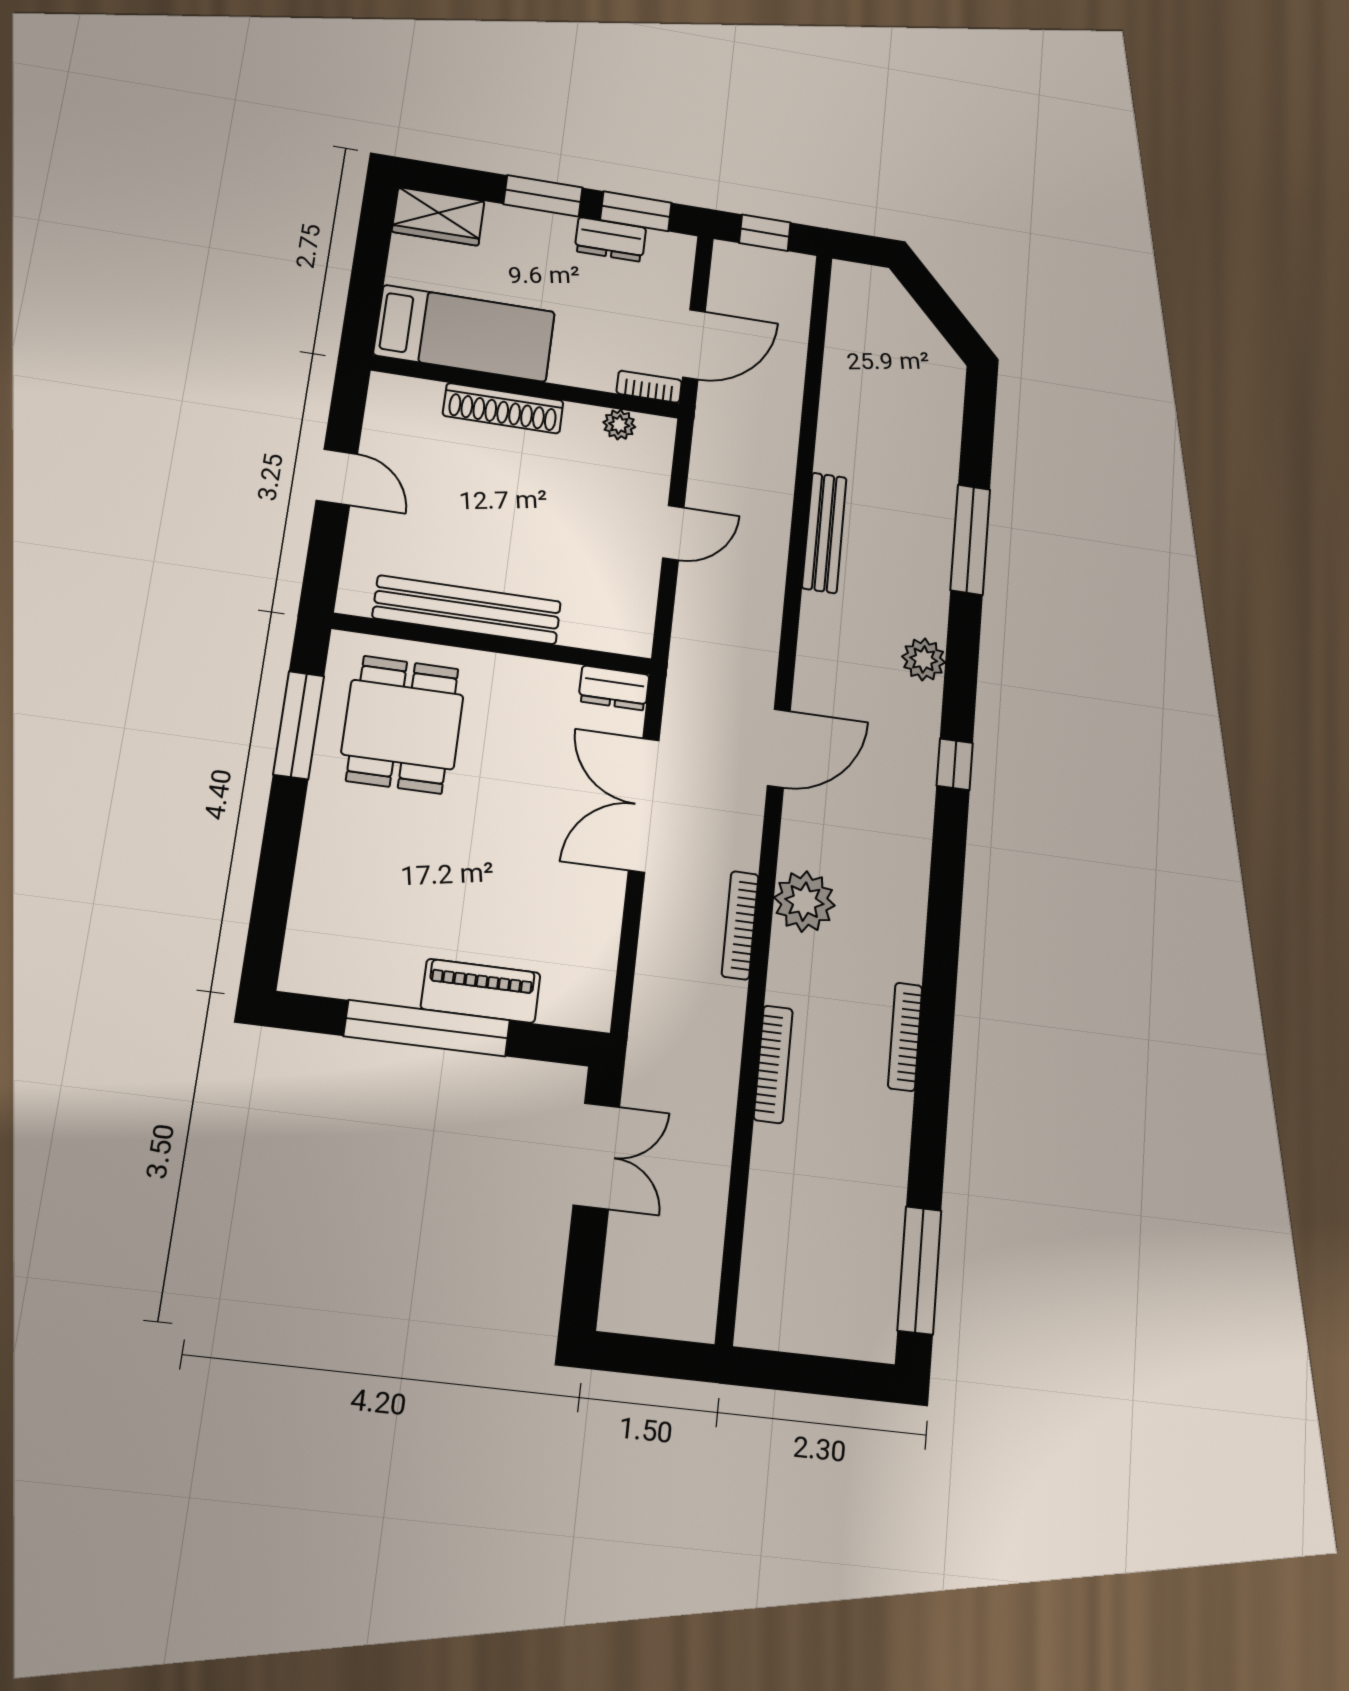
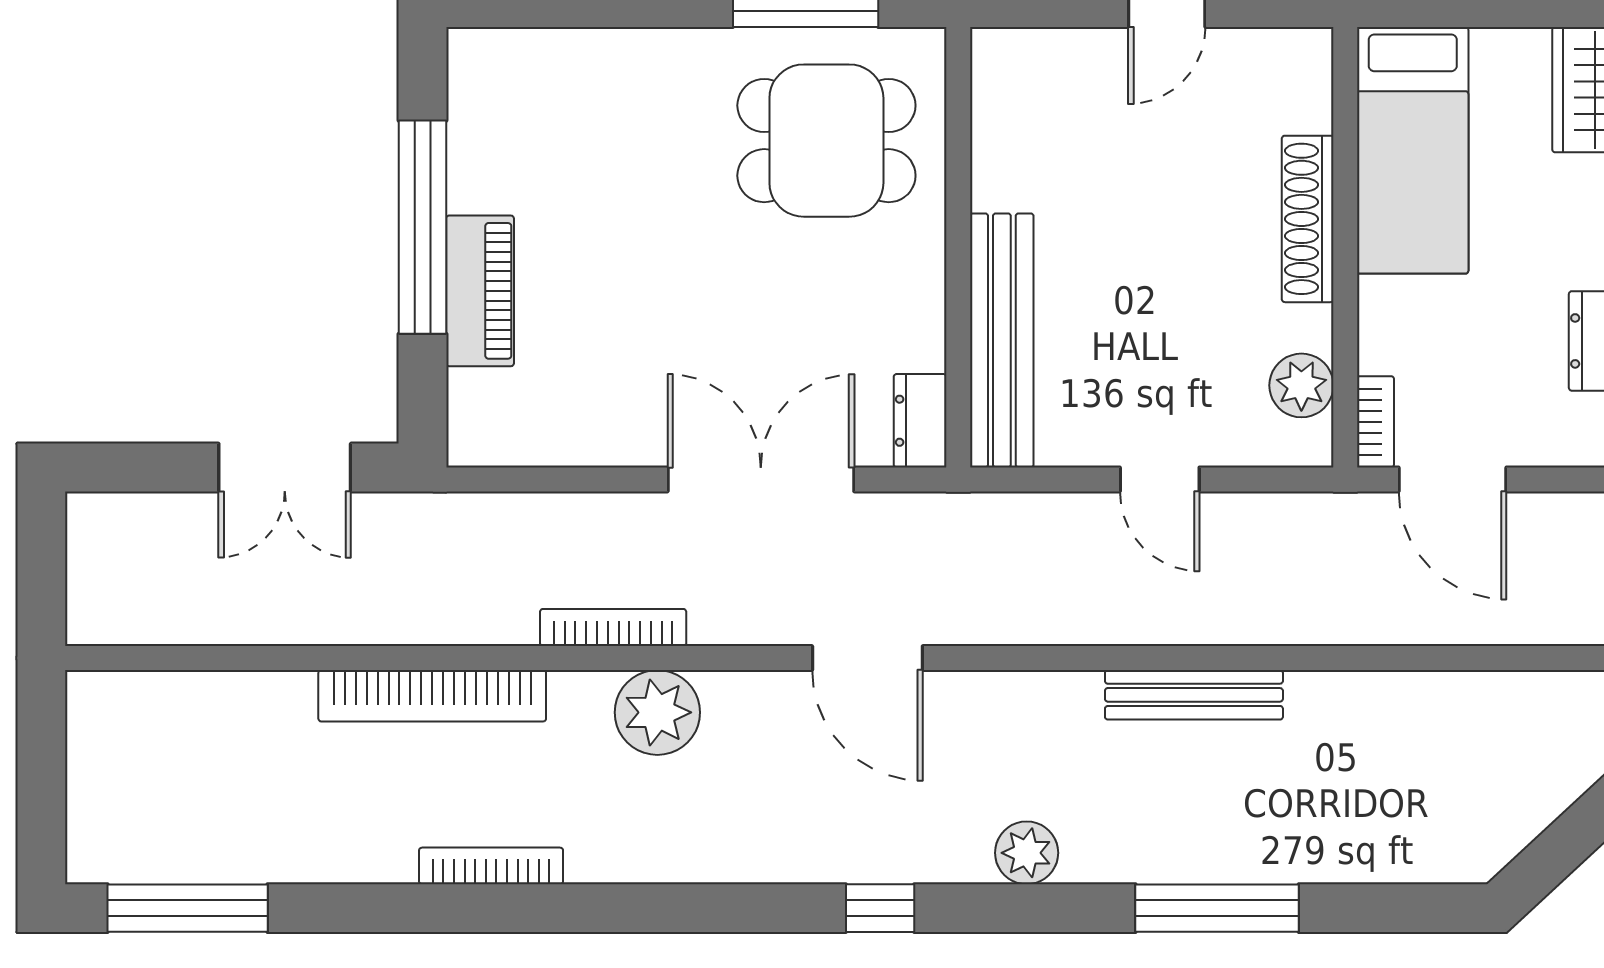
plant: (619, 425) -> (1301, 385), width x1.38, depth x1.38
bench: (467, 610) -> (1002, 340), moved
bookcase: (773, 1064) -> (432, 696), width x1.48, depth x1.31

